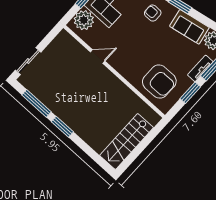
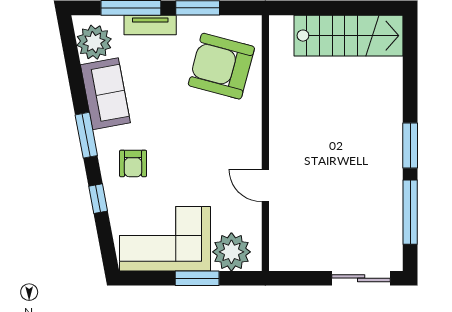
armchair: (159, 81) -> (221, 66), turned -75

